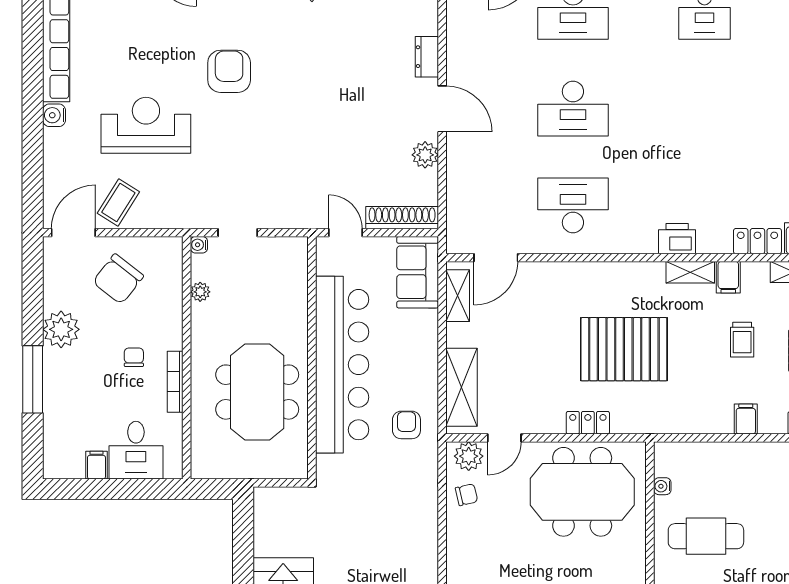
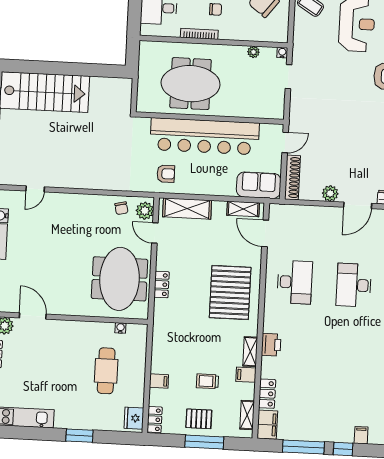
pallet: (624, 349) -> (230, 293), moved
cafe table: (706, 536) -> (106, 371), moved

